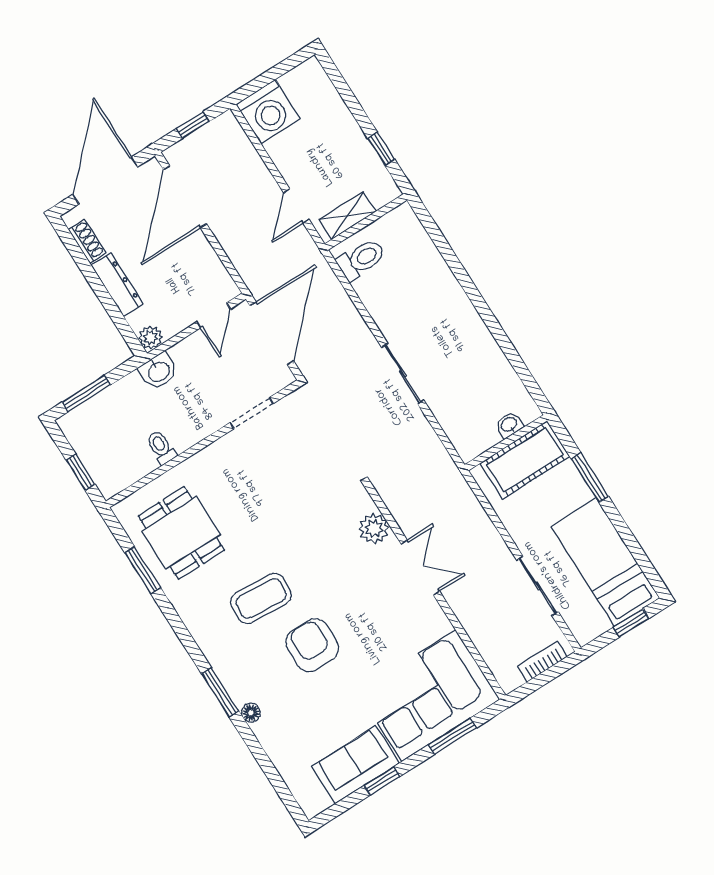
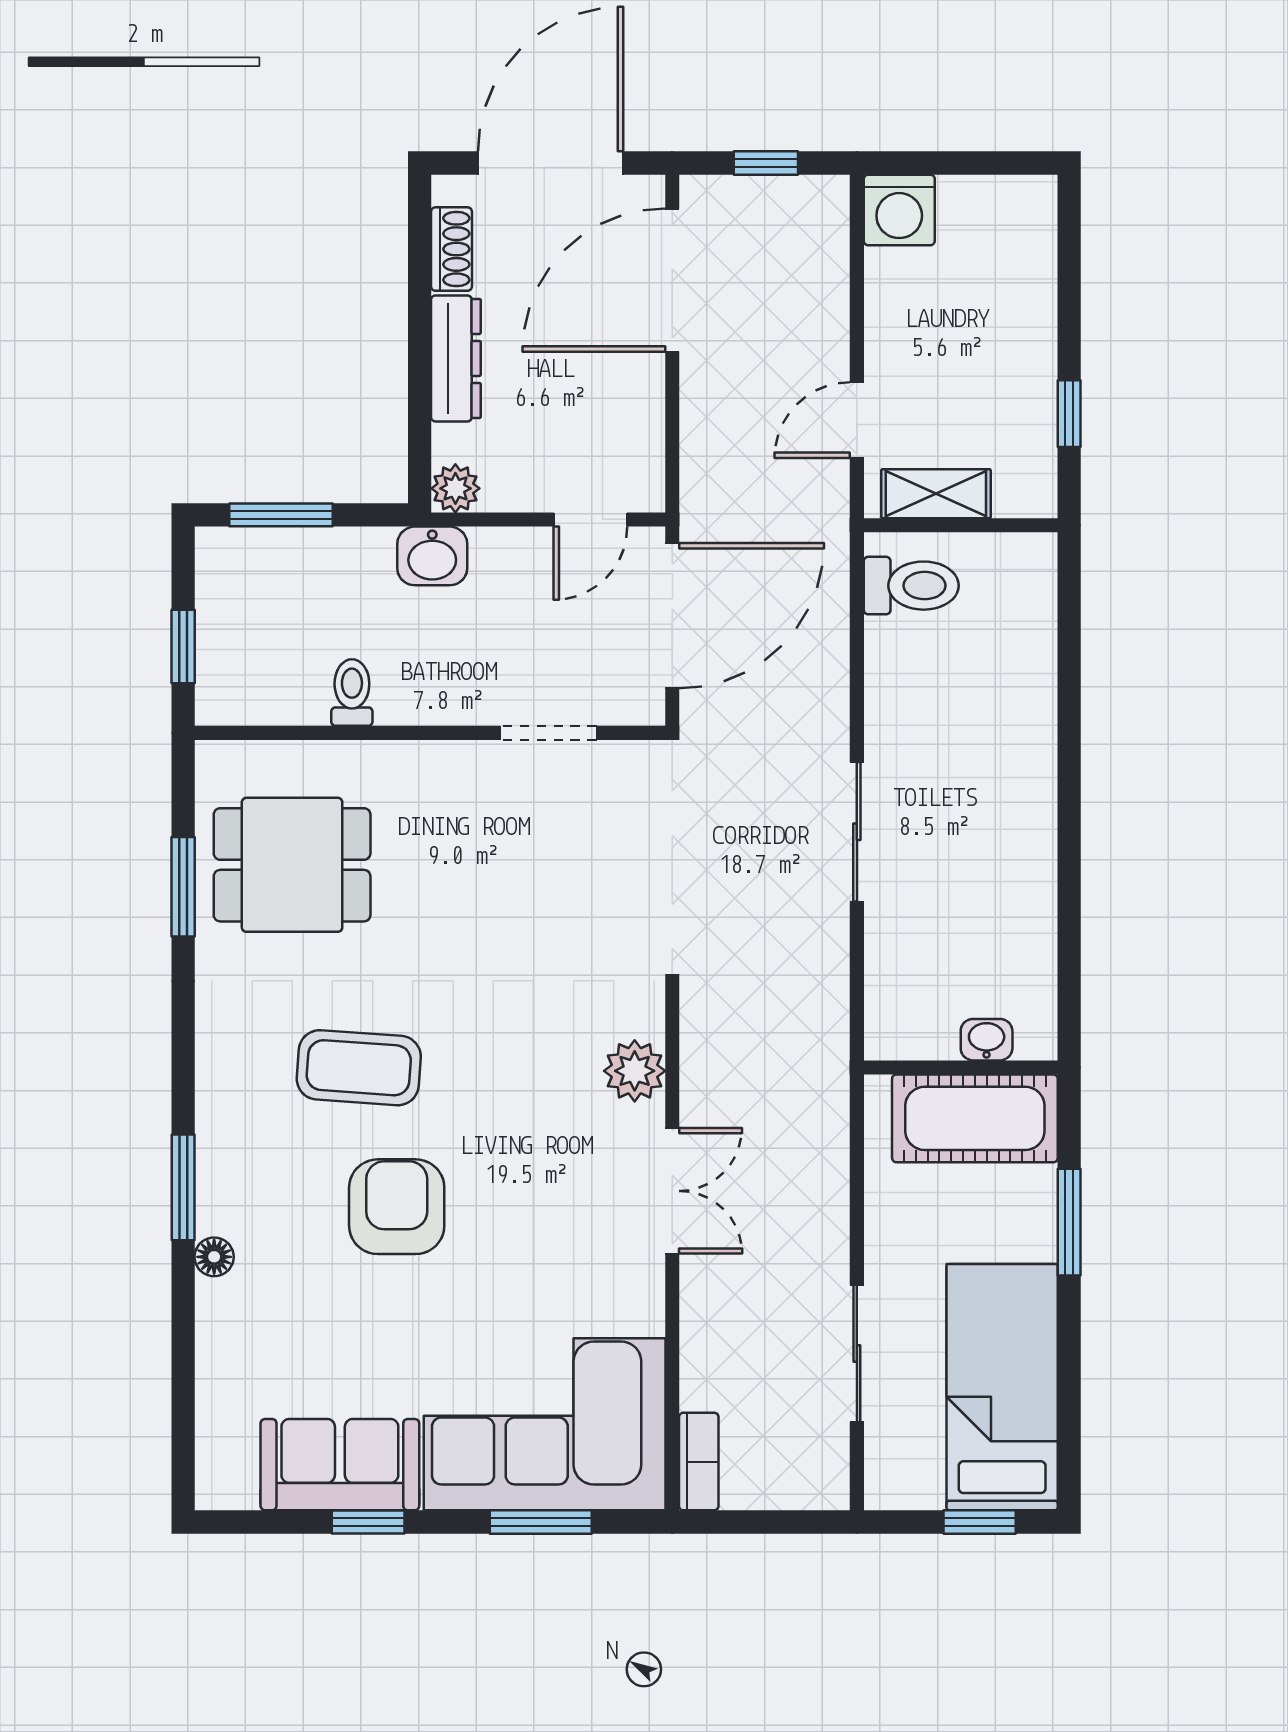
washing machine: (268, 112) -> (899, 210), width x0.73, depth x0.73
dining table: (181, 533) -> (292, 865), turned 90
bookcase: (542, 661) -> (699, 1462), moved, turned 90

